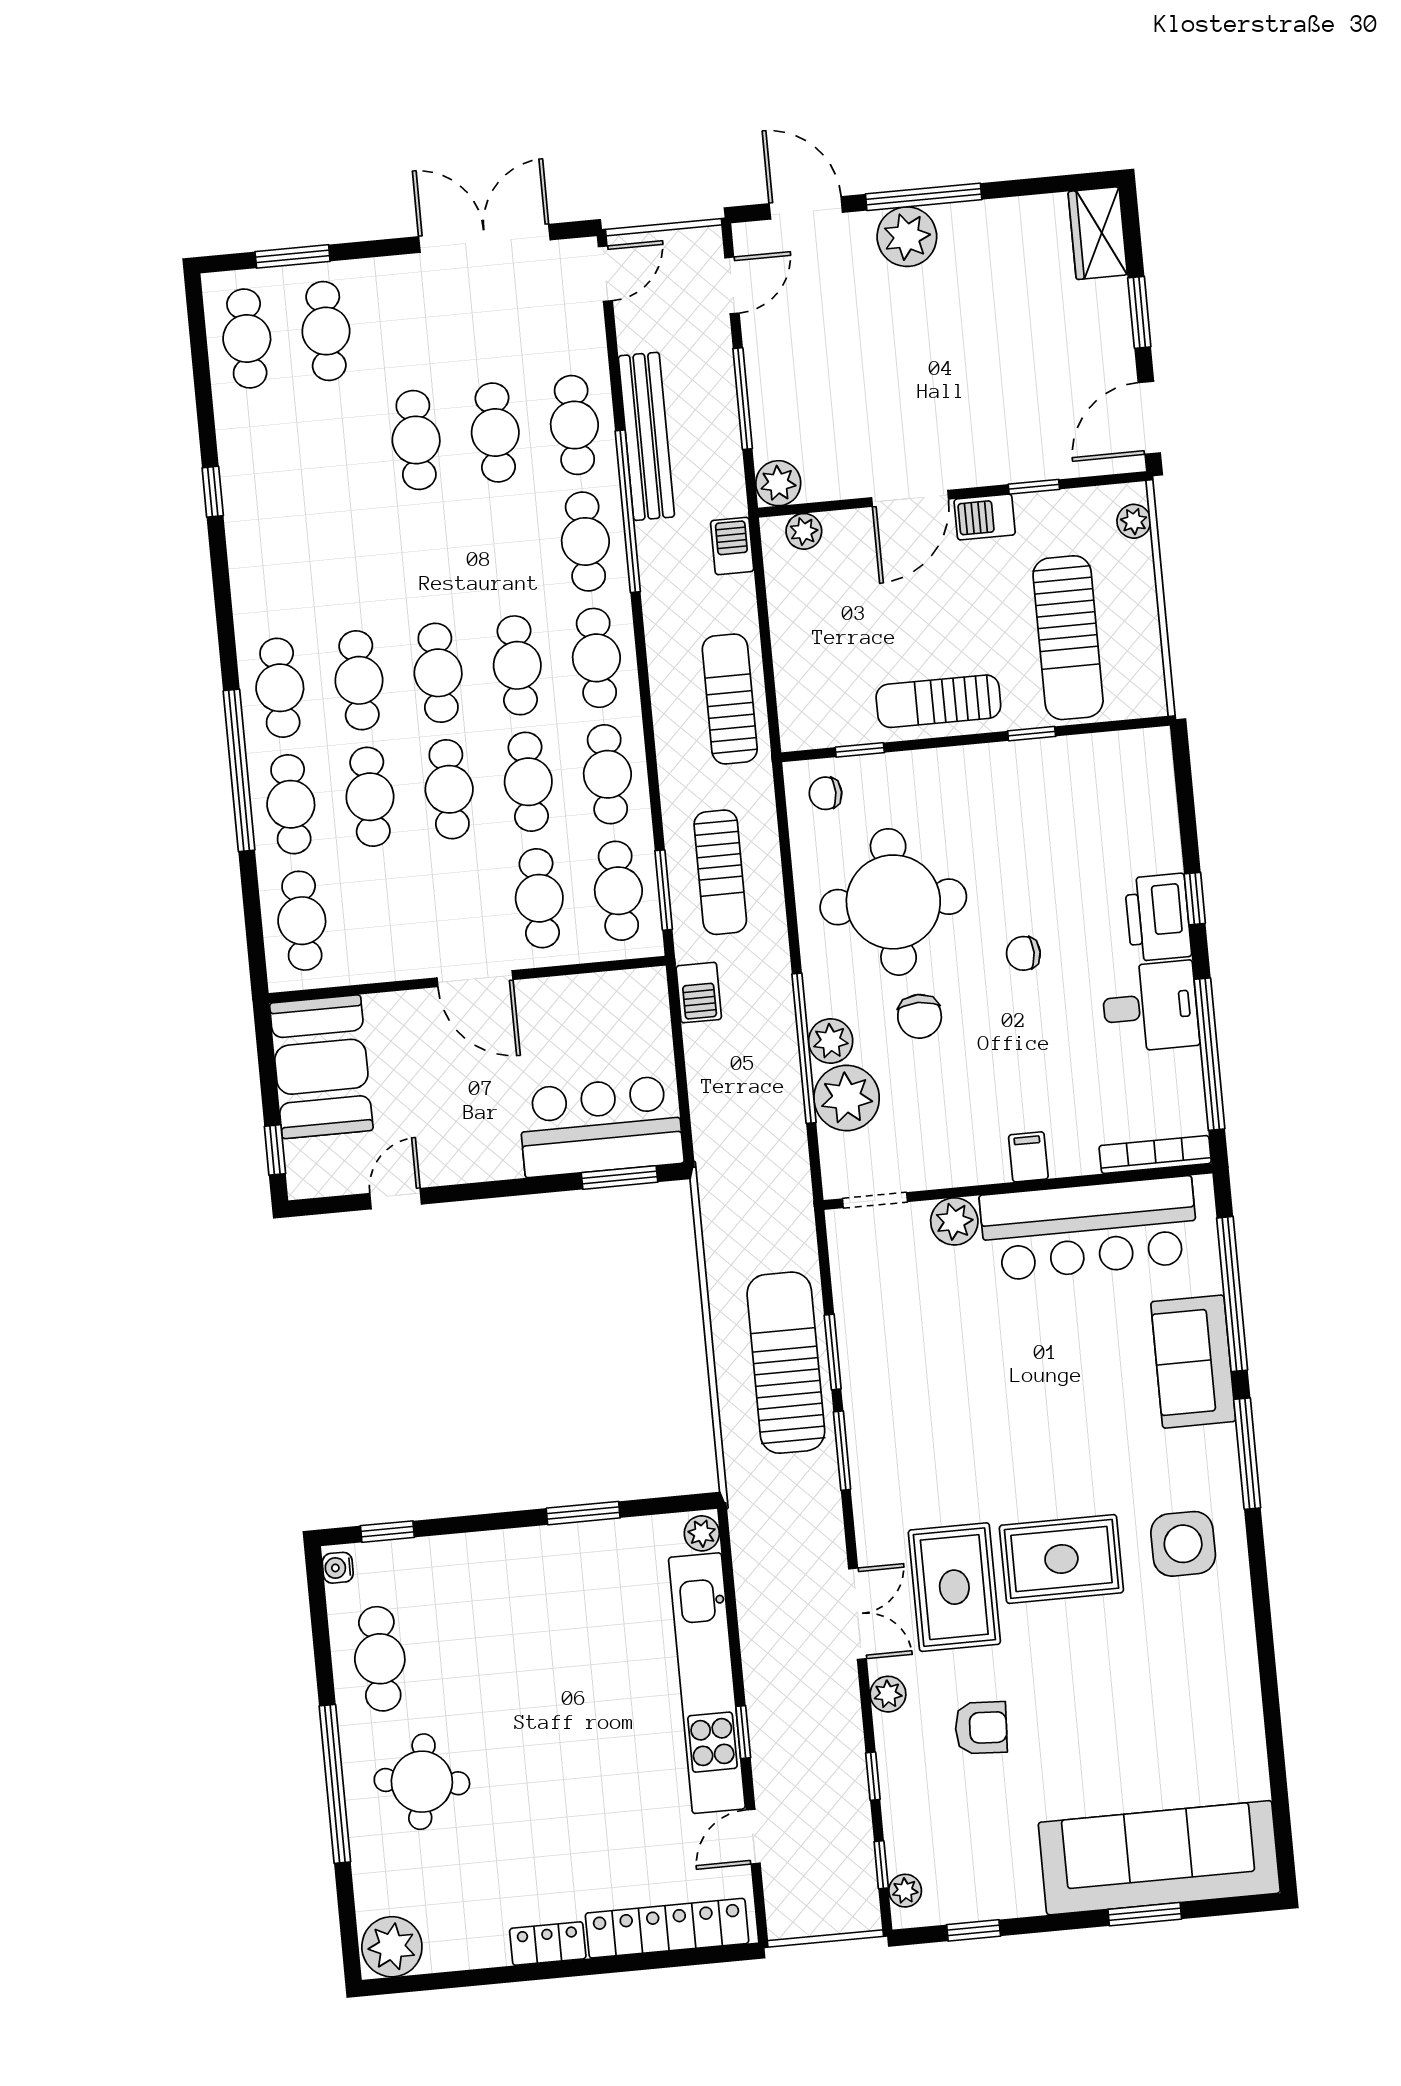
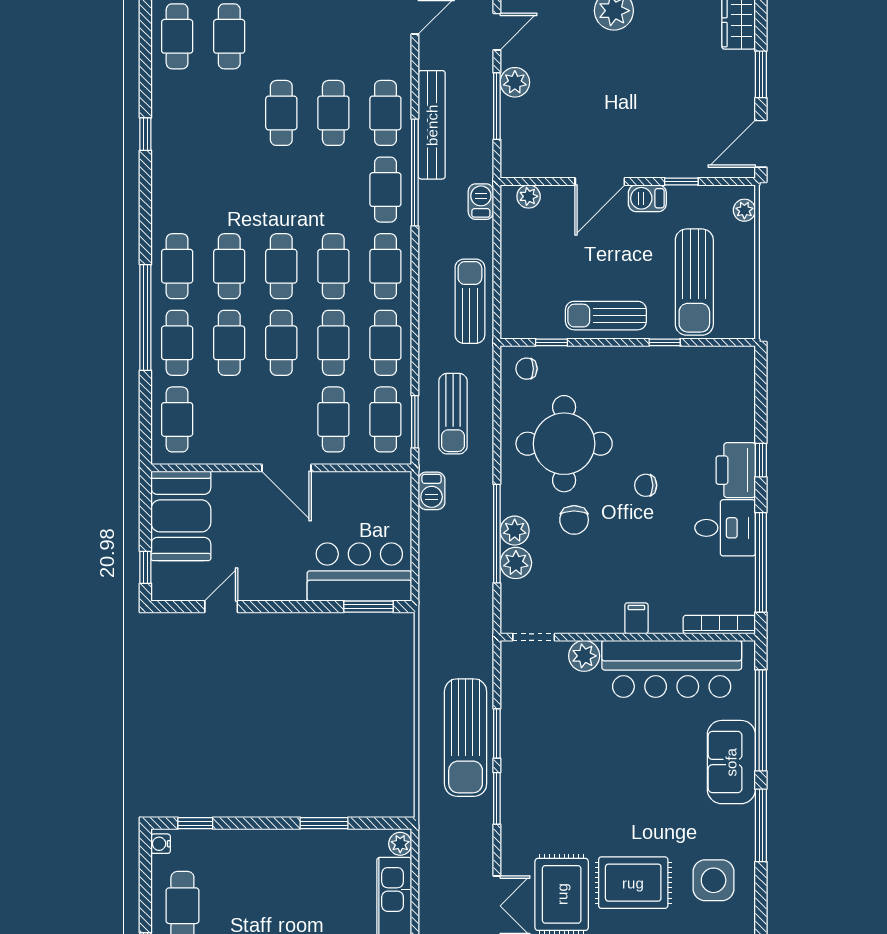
plant: (778, 483) -> (515, 82), moved
plant: (847, 1098) -> (516, 563), width x0.73, depth x0.73
sun lounger: (786, 1363) -> (466, 738), turned 180

